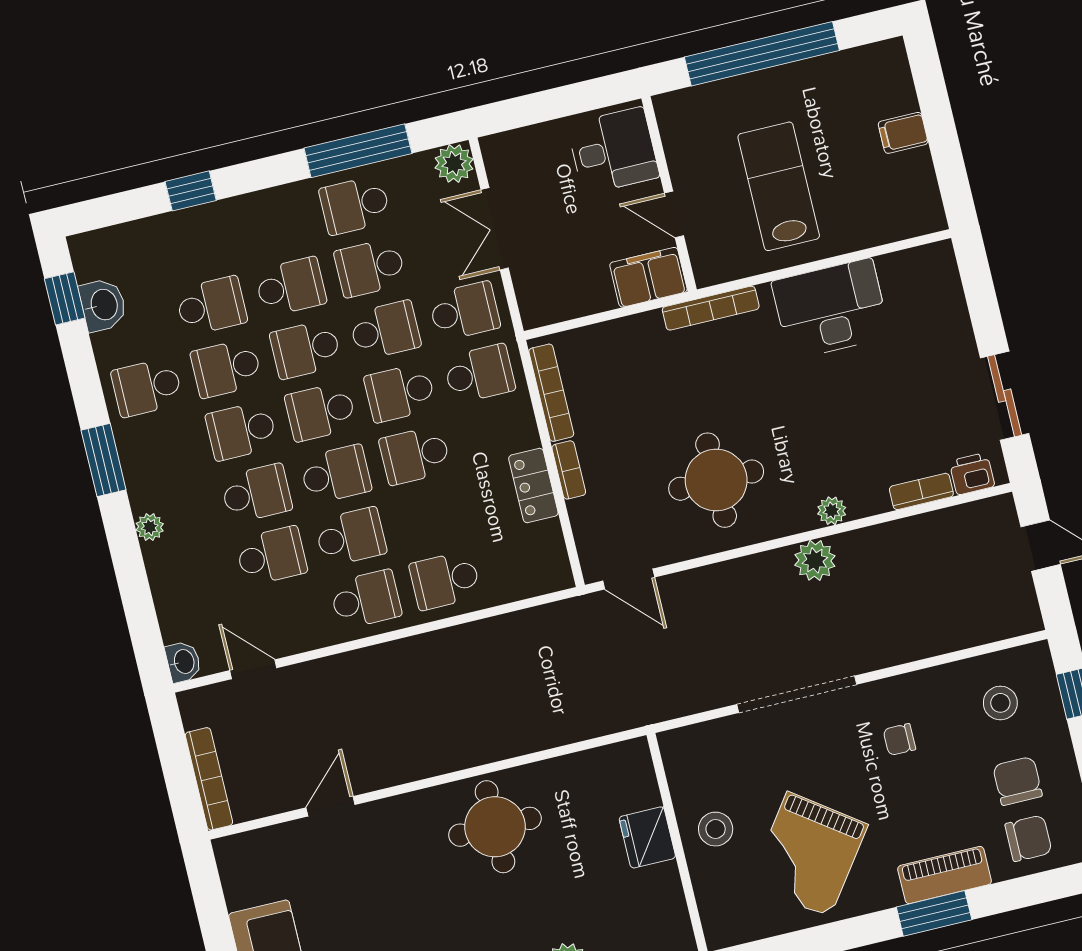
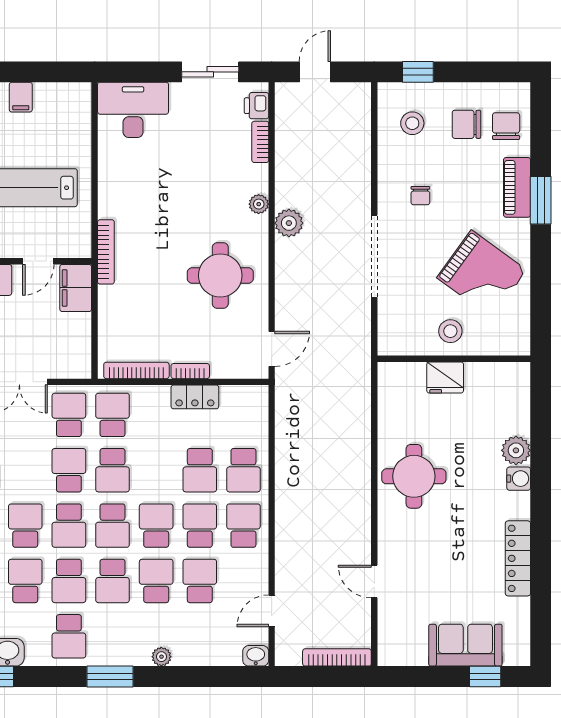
school desk: (370, 268) -> (25, 470), removed
desk: (831, 309) -> (133, 110), moved, turned 90
school desk: (415, 455) -> (200, 470), moved

